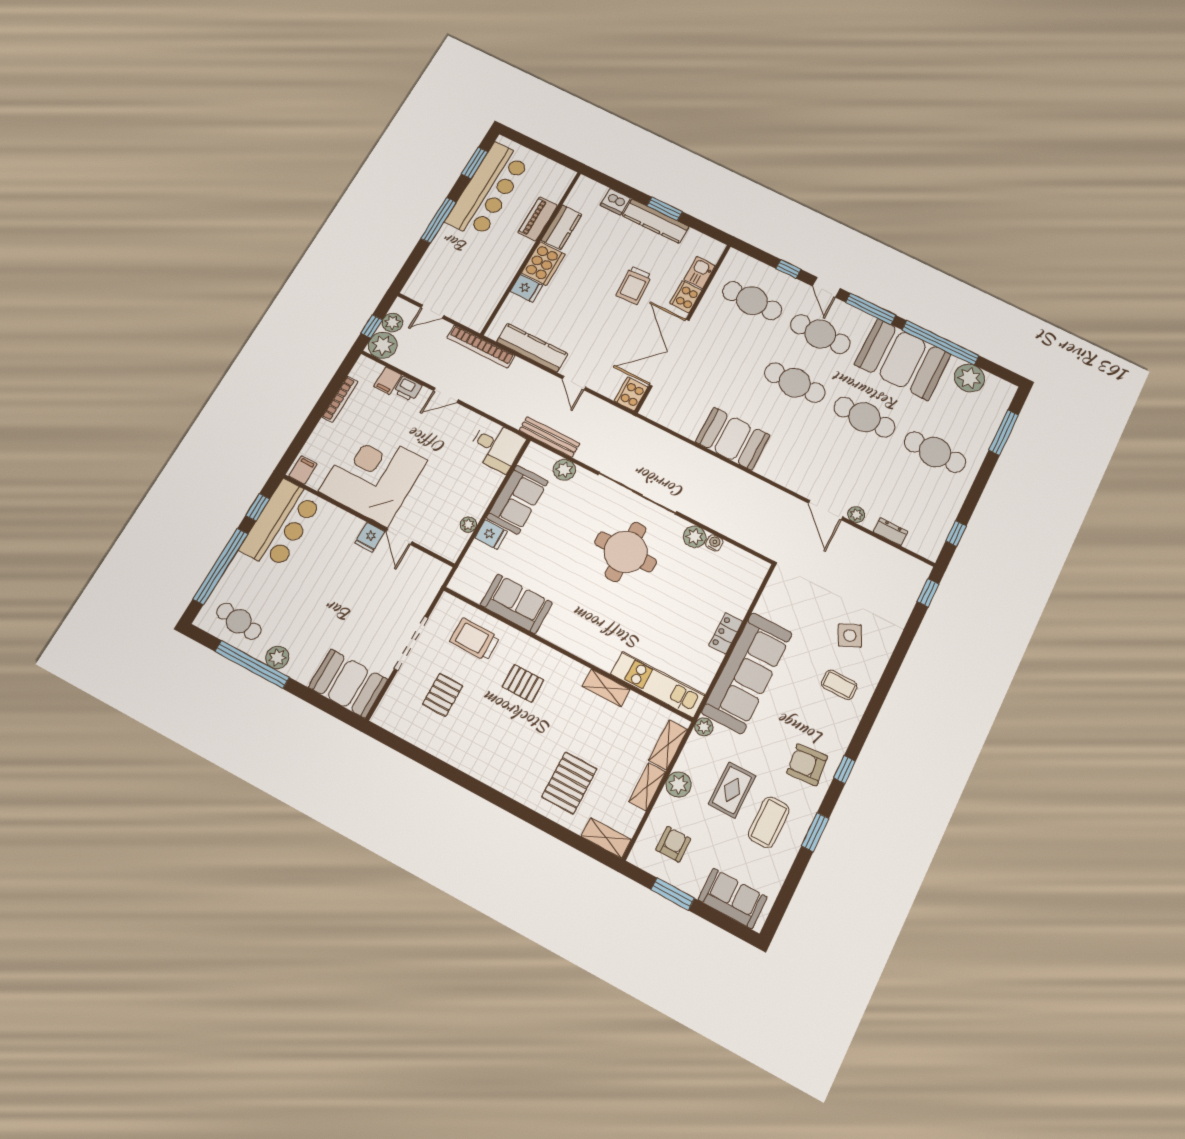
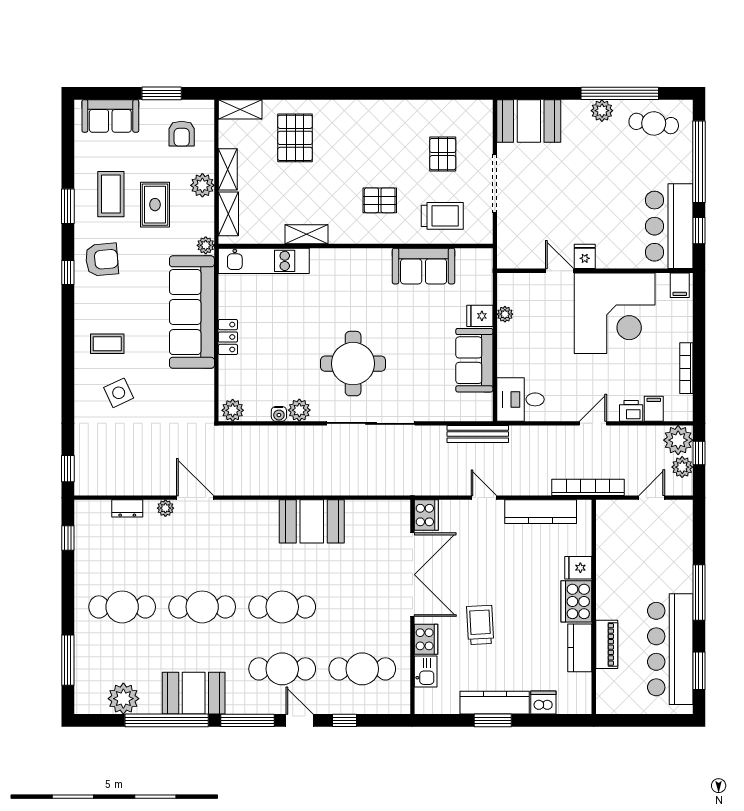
booth: (903, 359) -> (194, 693), width x0.73, depth x0.70
plant: (564, 470) -> (233, 410), moved

